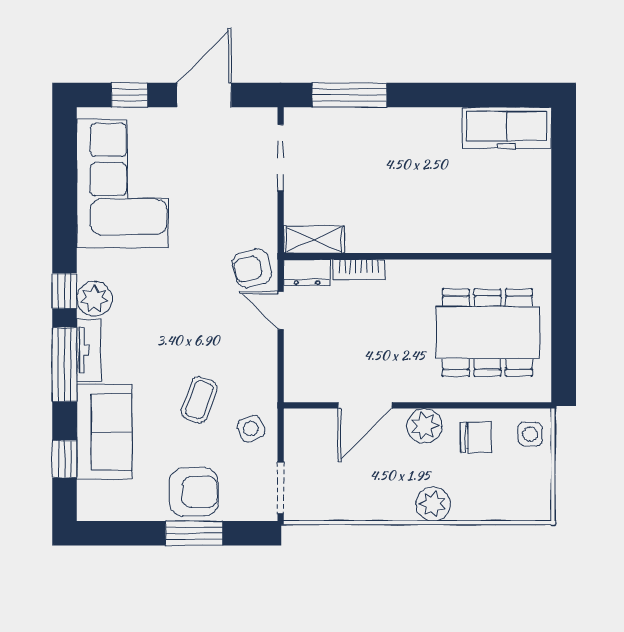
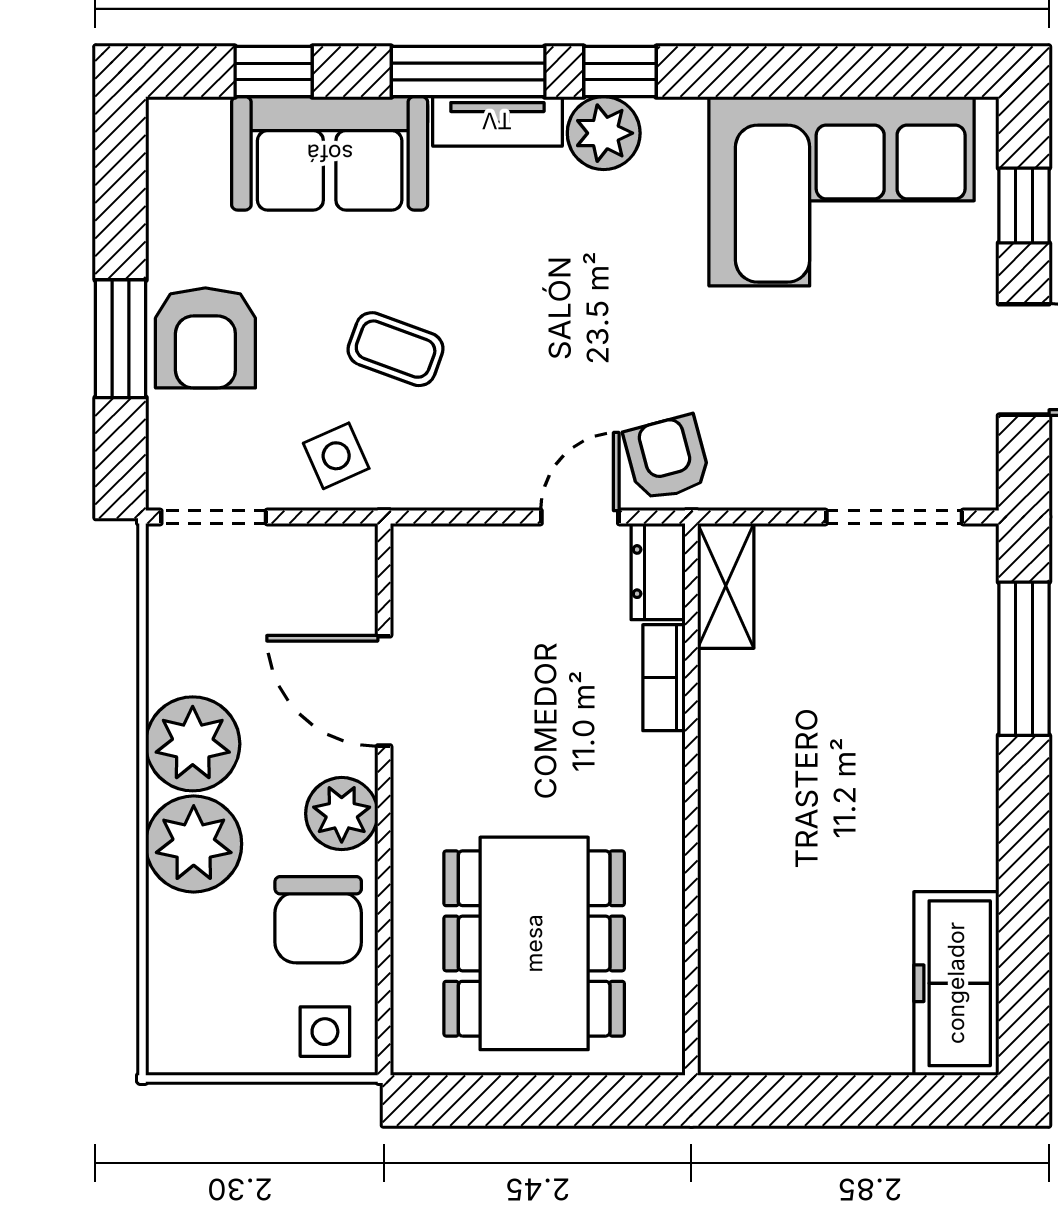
chair: (476, 437) -> (318, 920), width x1.37, depth x1.37
plant: (391, 498) -> (193, 744), added
plant: (433, 504) -> (194, 844), width x1.36, depth x1.36

